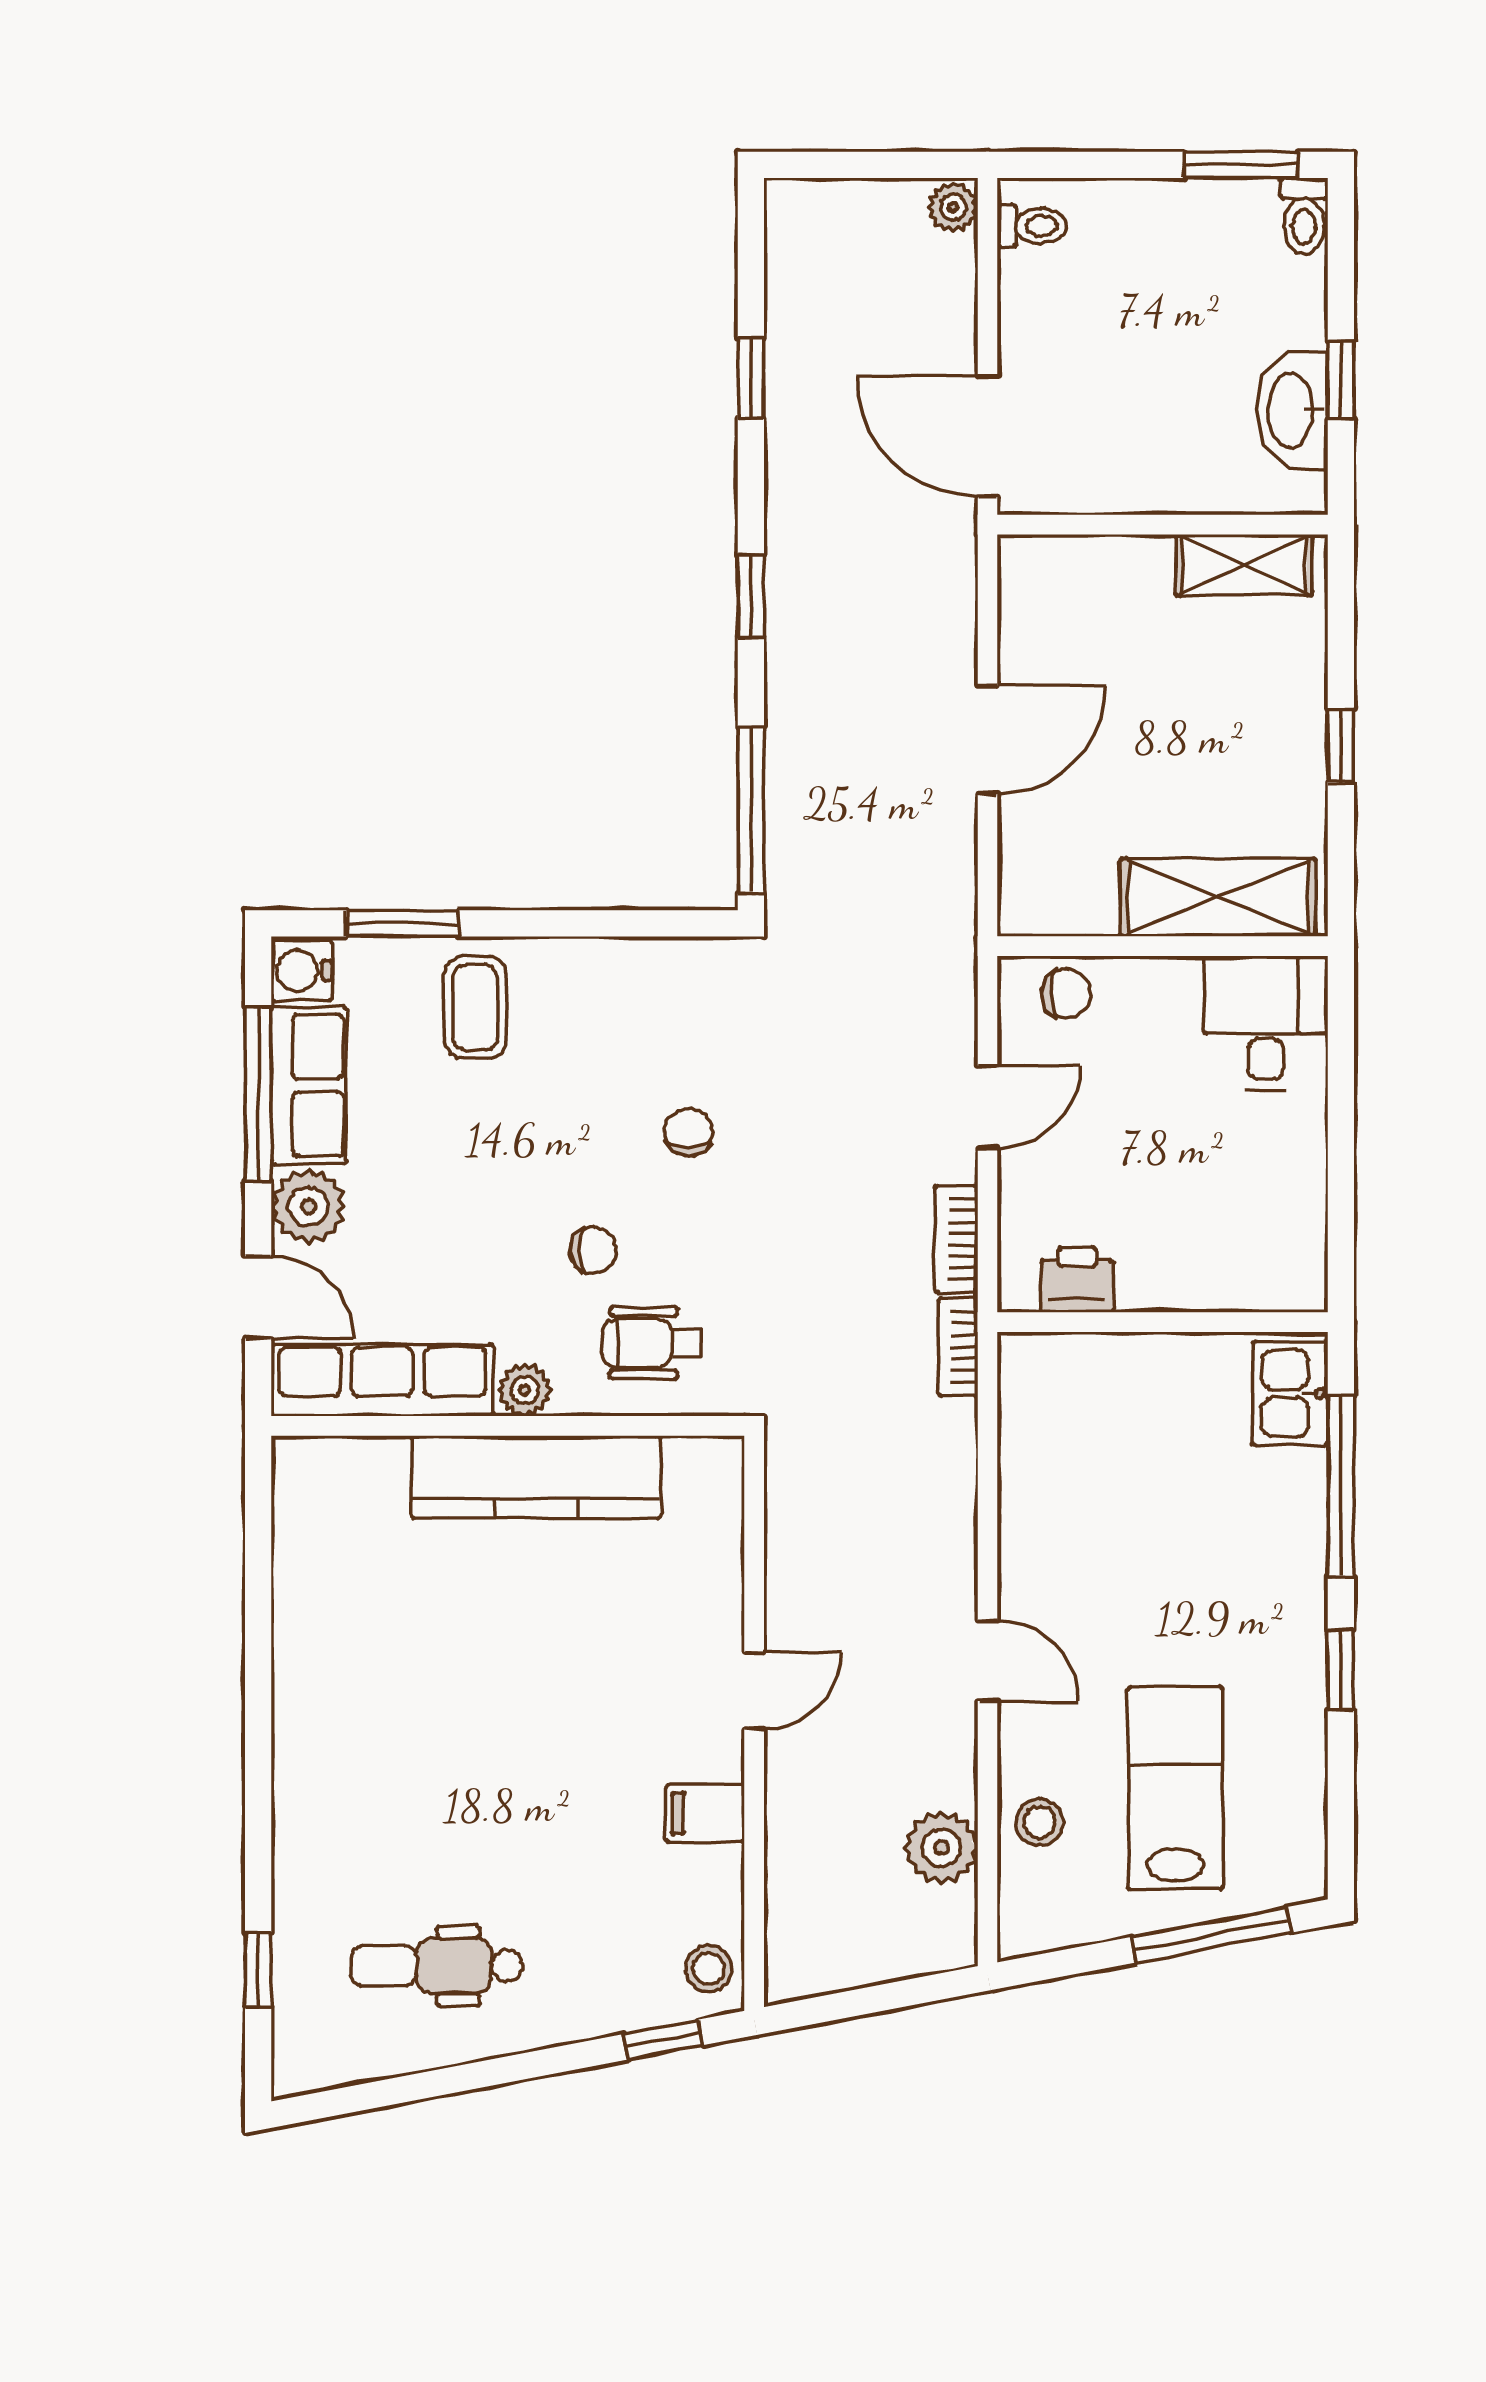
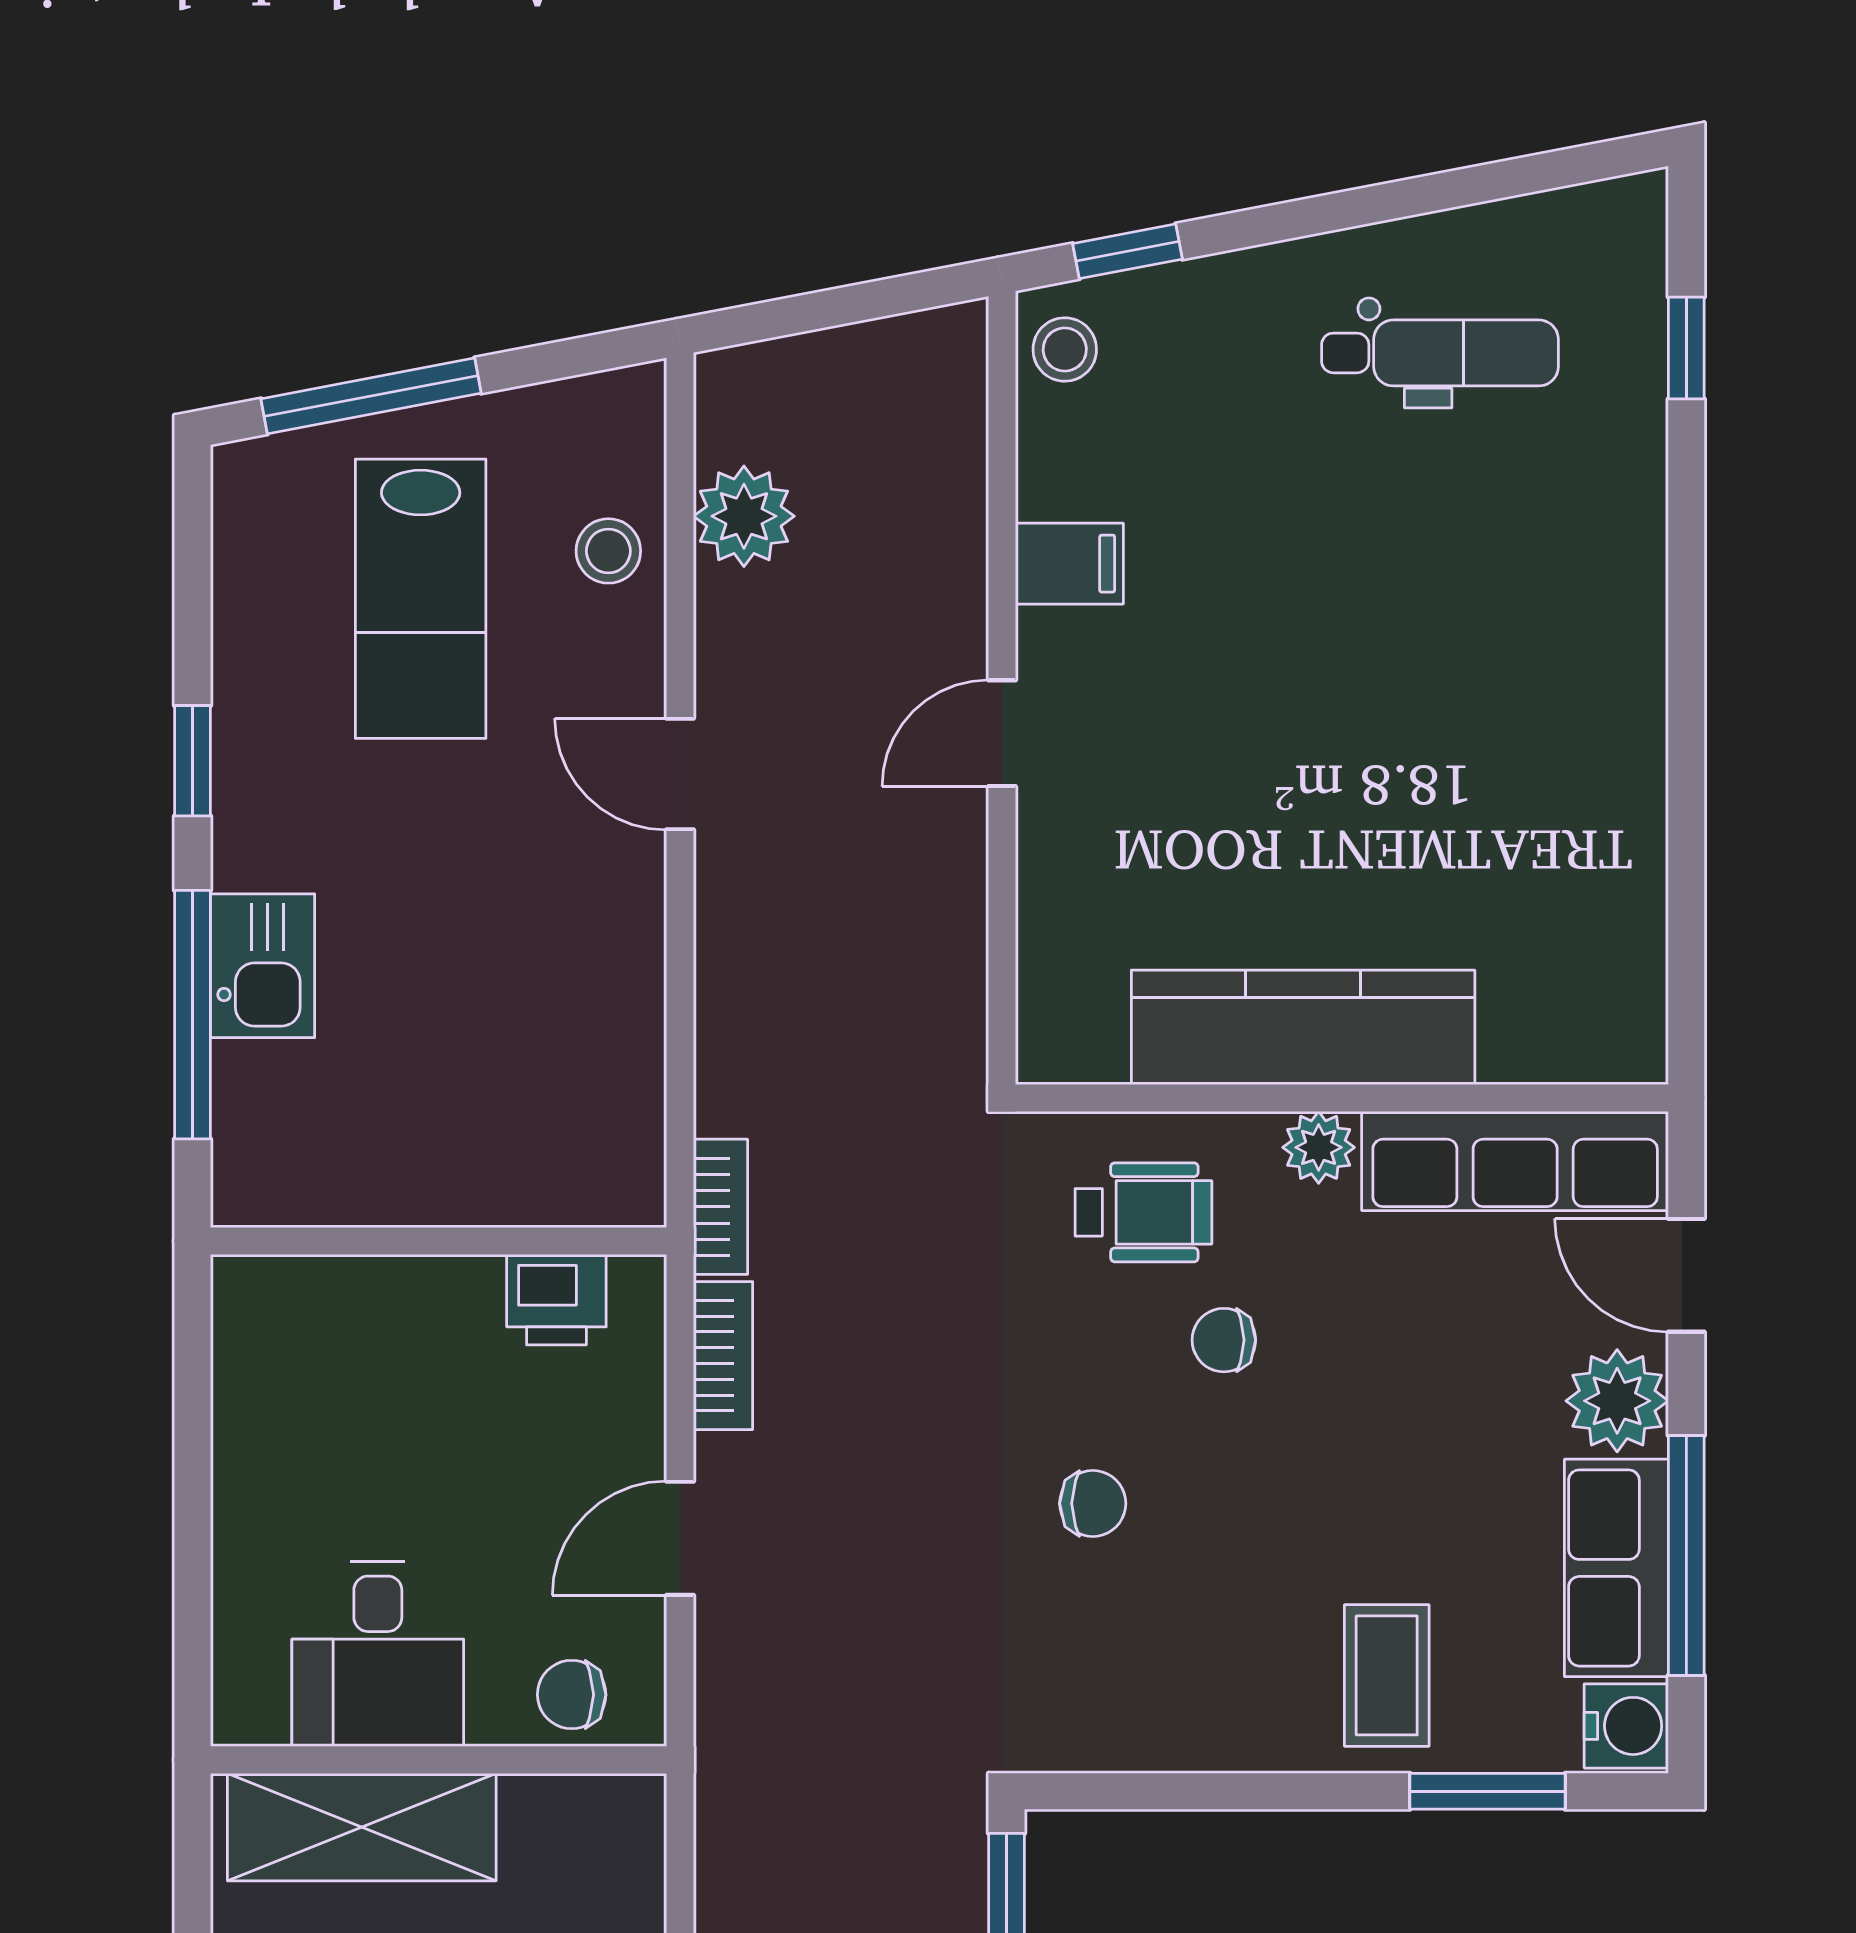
desk: (1266, 1023) -> (378, 1654), moved
chair: (688, 1132) -> (1093, 1503), turned -90
kitchen sink: (1290, 1393) -> (263, 966), moved

